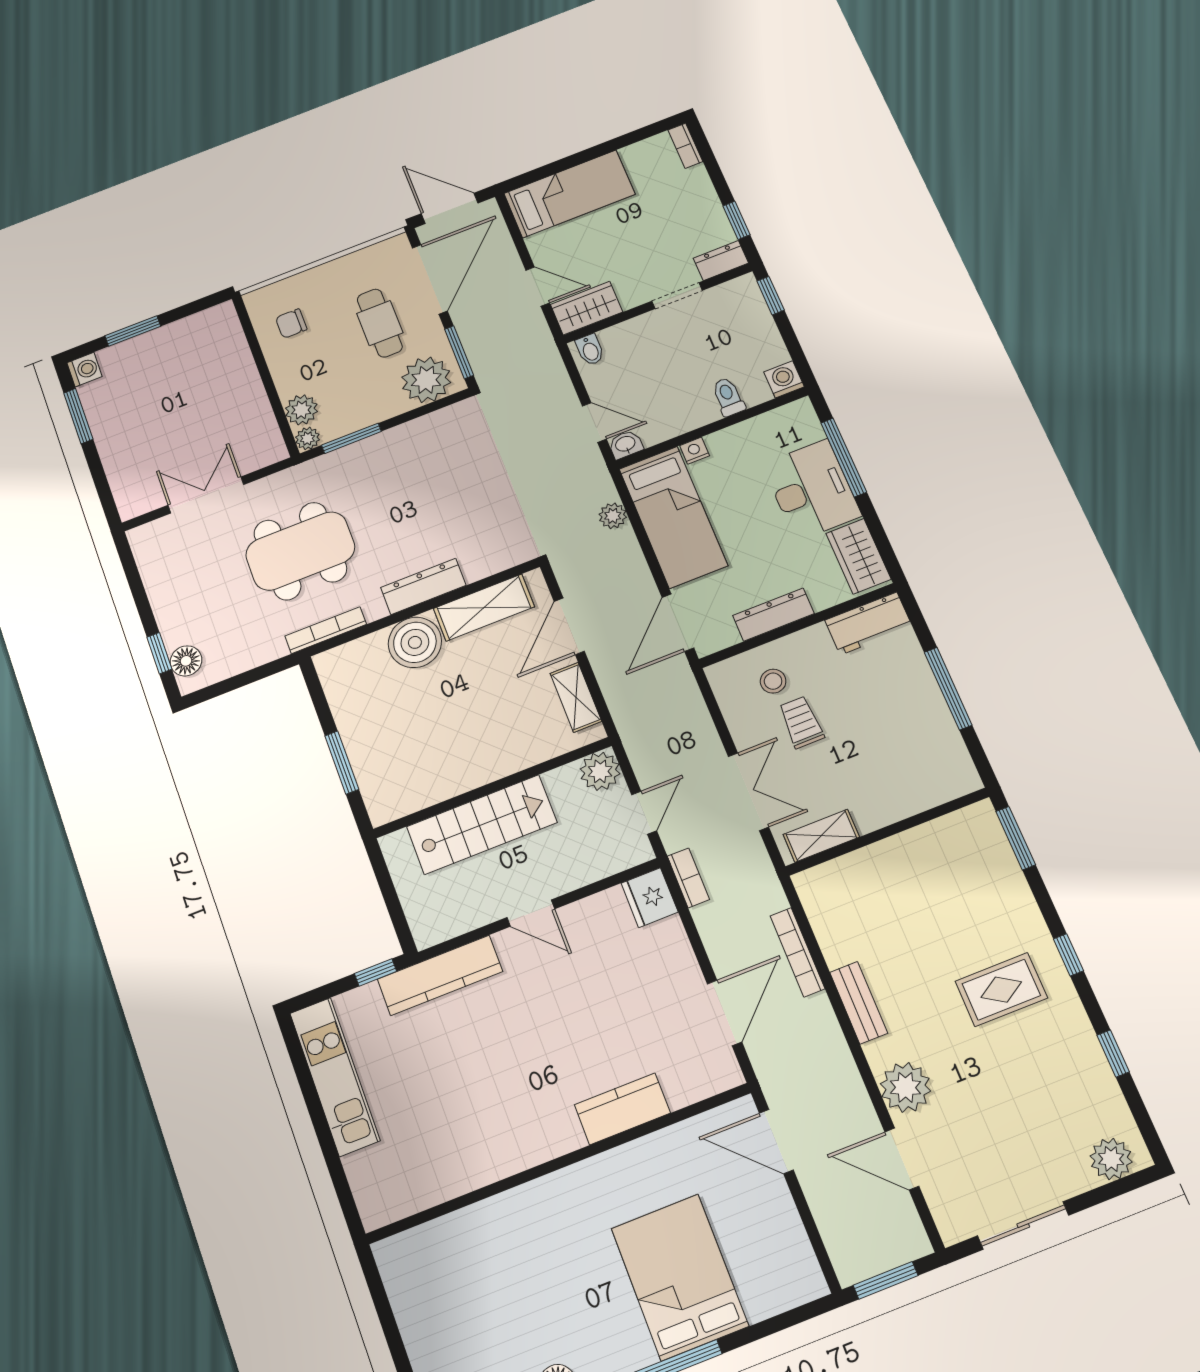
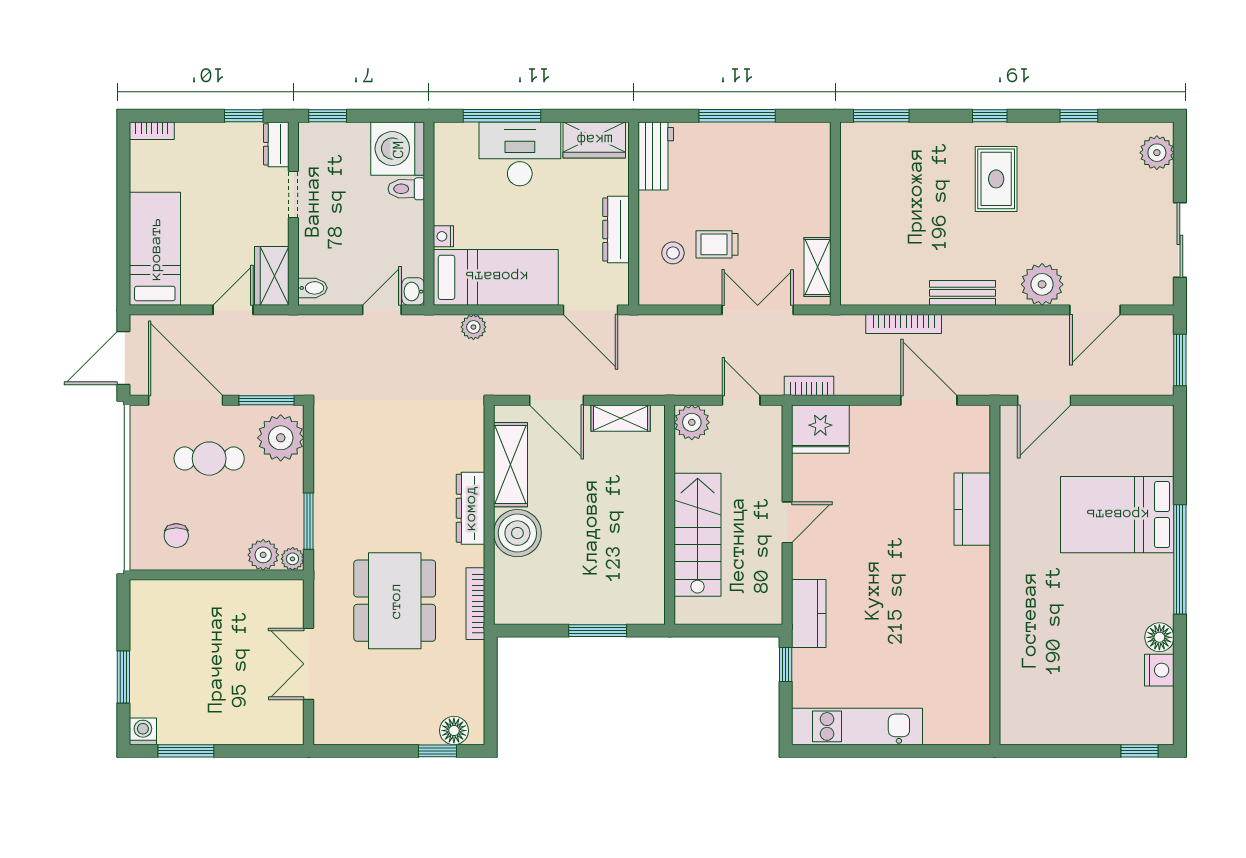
washing machine: (784, 379) -> (398, 149), width x1.89, depth x1.89
fridge: (650, 898) -> (820, 429), width x1.36, depth x1.34
kitchen counter: (440, 975) -> (809, 614), width x0.67

